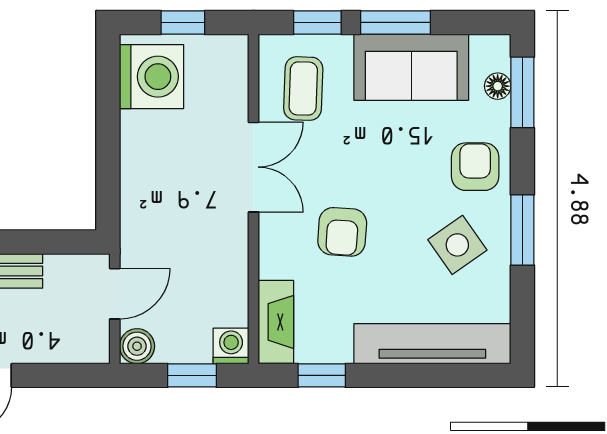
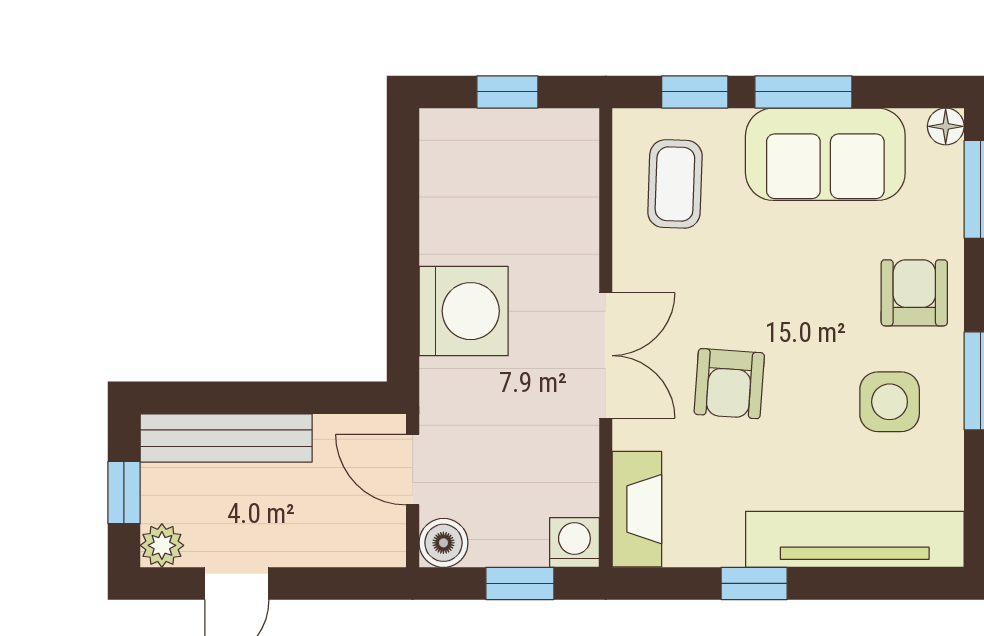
washing machine: (151, 77) -> (464, 311), moved
floor lamp: (498, 86) -> (946, 126), moved
double door: (254, 167) -> (606, 356), moved
side table: (457, 245) -> (890, 402), turned 35
door: (115, 294) -> (413, 470), swing flipped
window: (322, 375) -> (754, 583), moved

